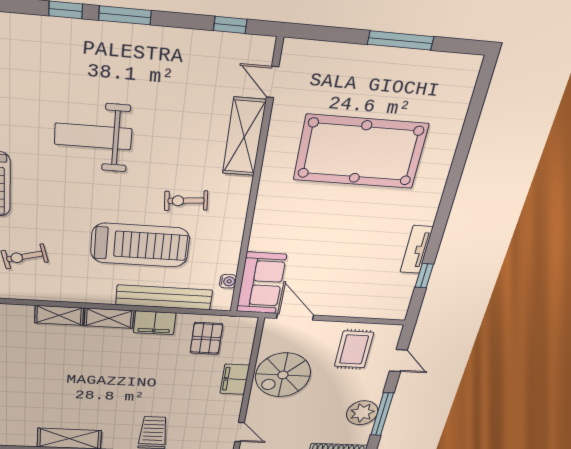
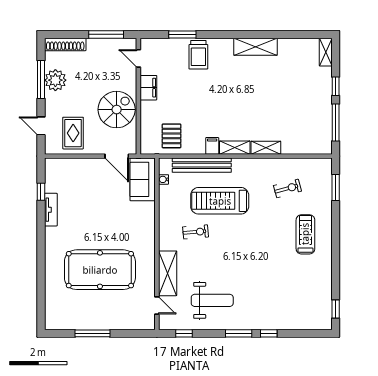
weight bench: (93, 136) -> (212, 300), moved
filing cabinet: (155, 323) -> (212, 146), width x0.50
filing cabinet: (235, 379) -> (148, 88), moved

